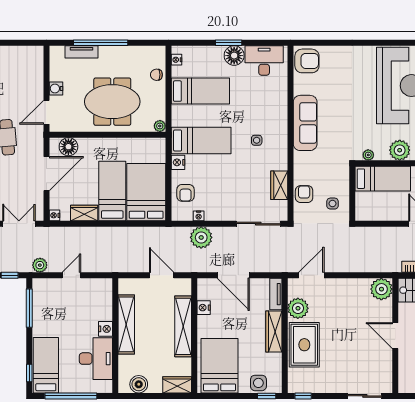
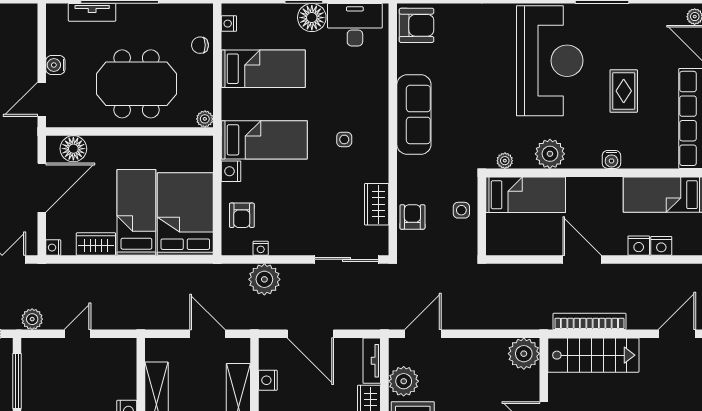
side table: (333, 204) -> (461, 210), moved

